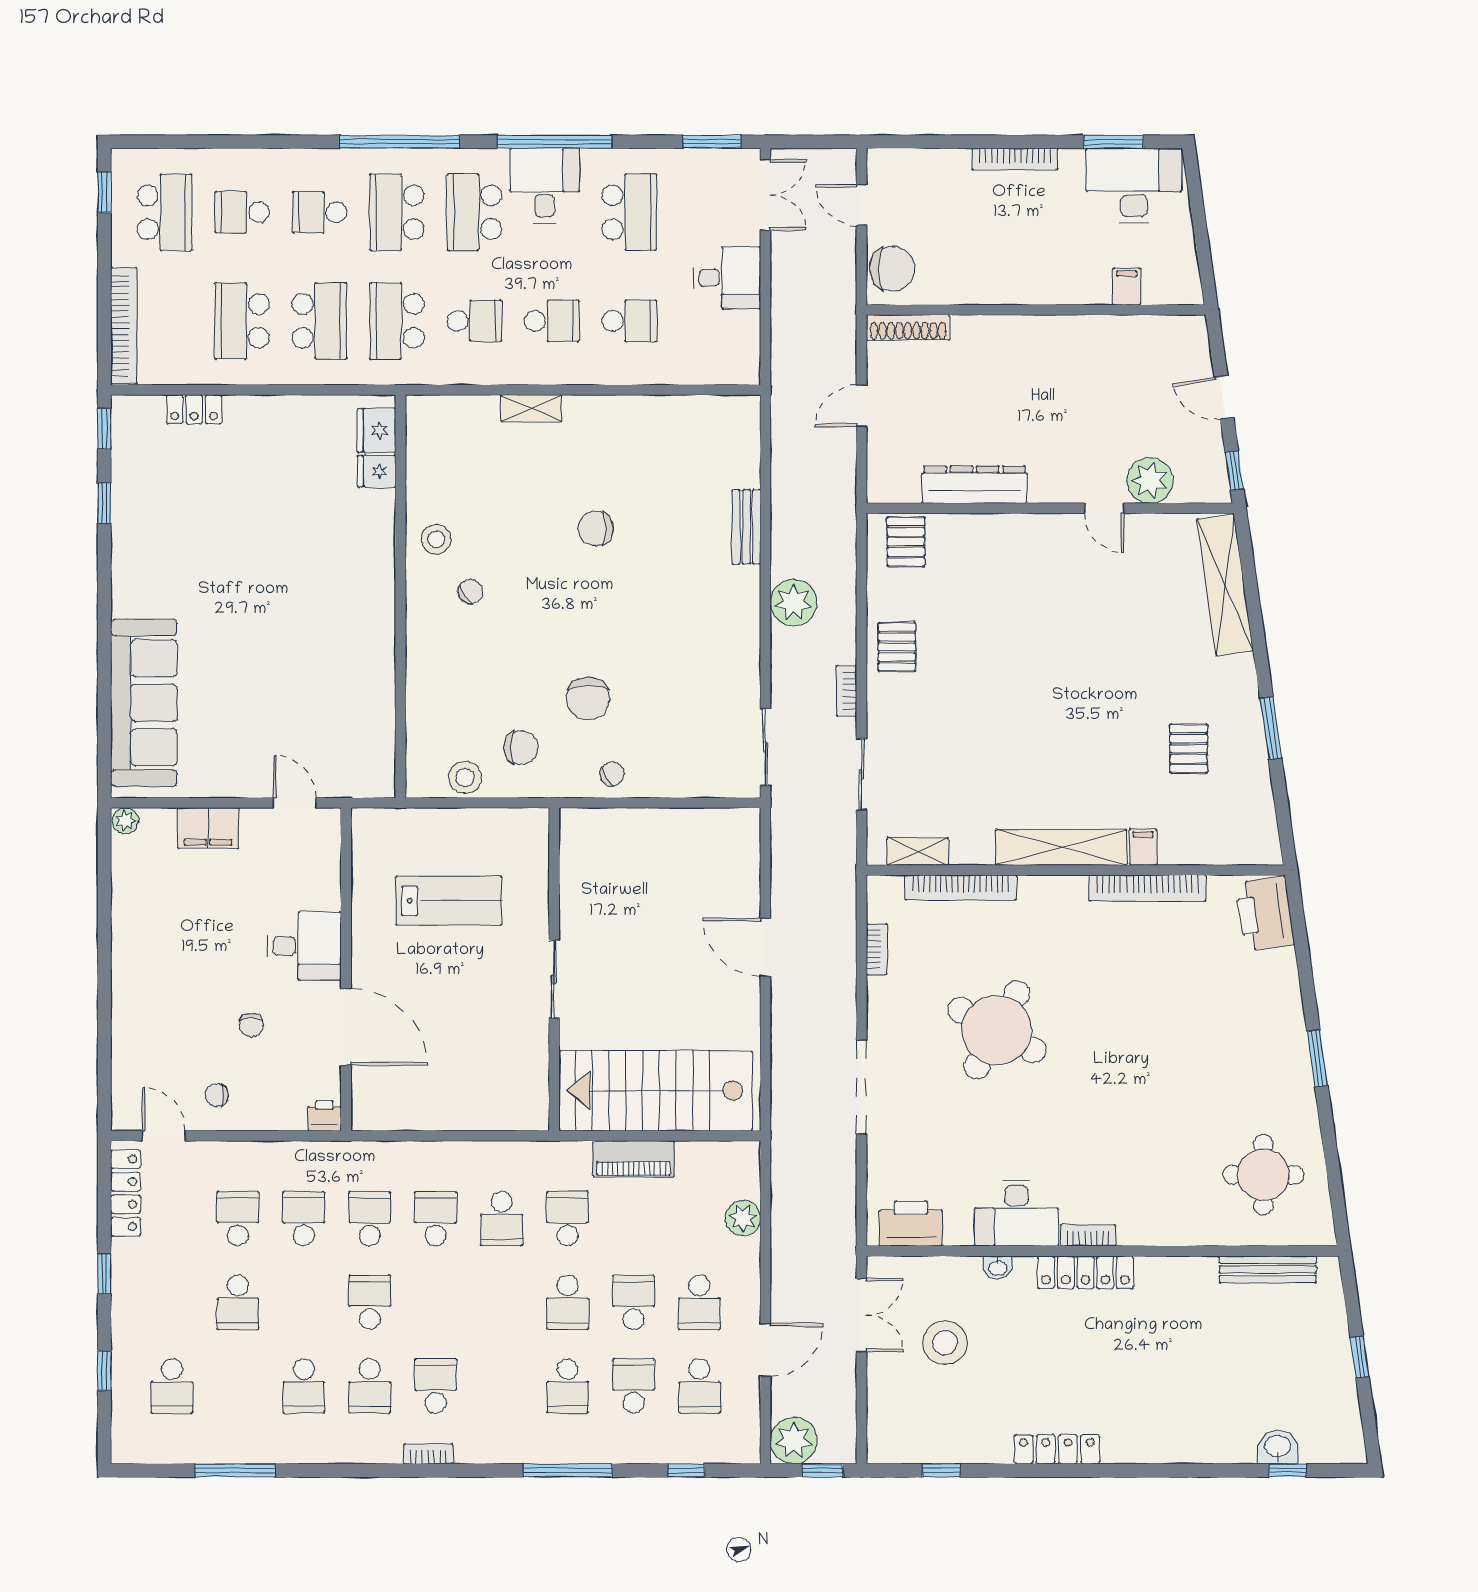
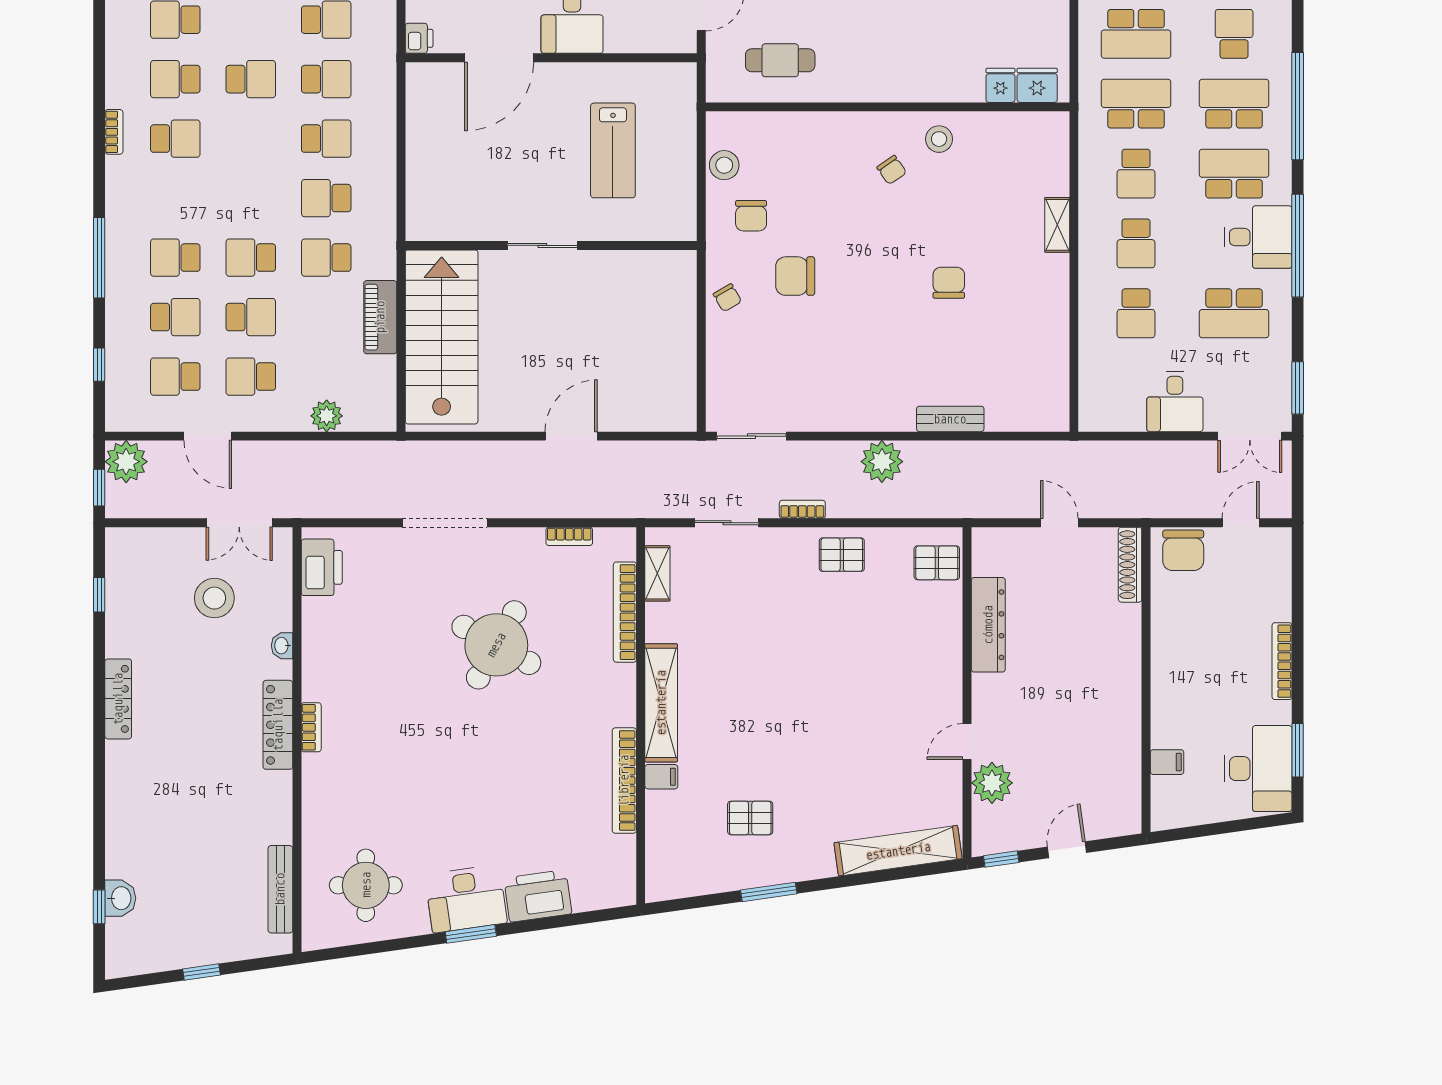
cafe table: (349, 715) -> (780, 60), added
printer: (1265, 913) -> (538, 896), moved
desk: (1016, 1213) -> (466, 899), moved, turned -98
school desk: (568, 1219) -> (326, 258), turned 180

